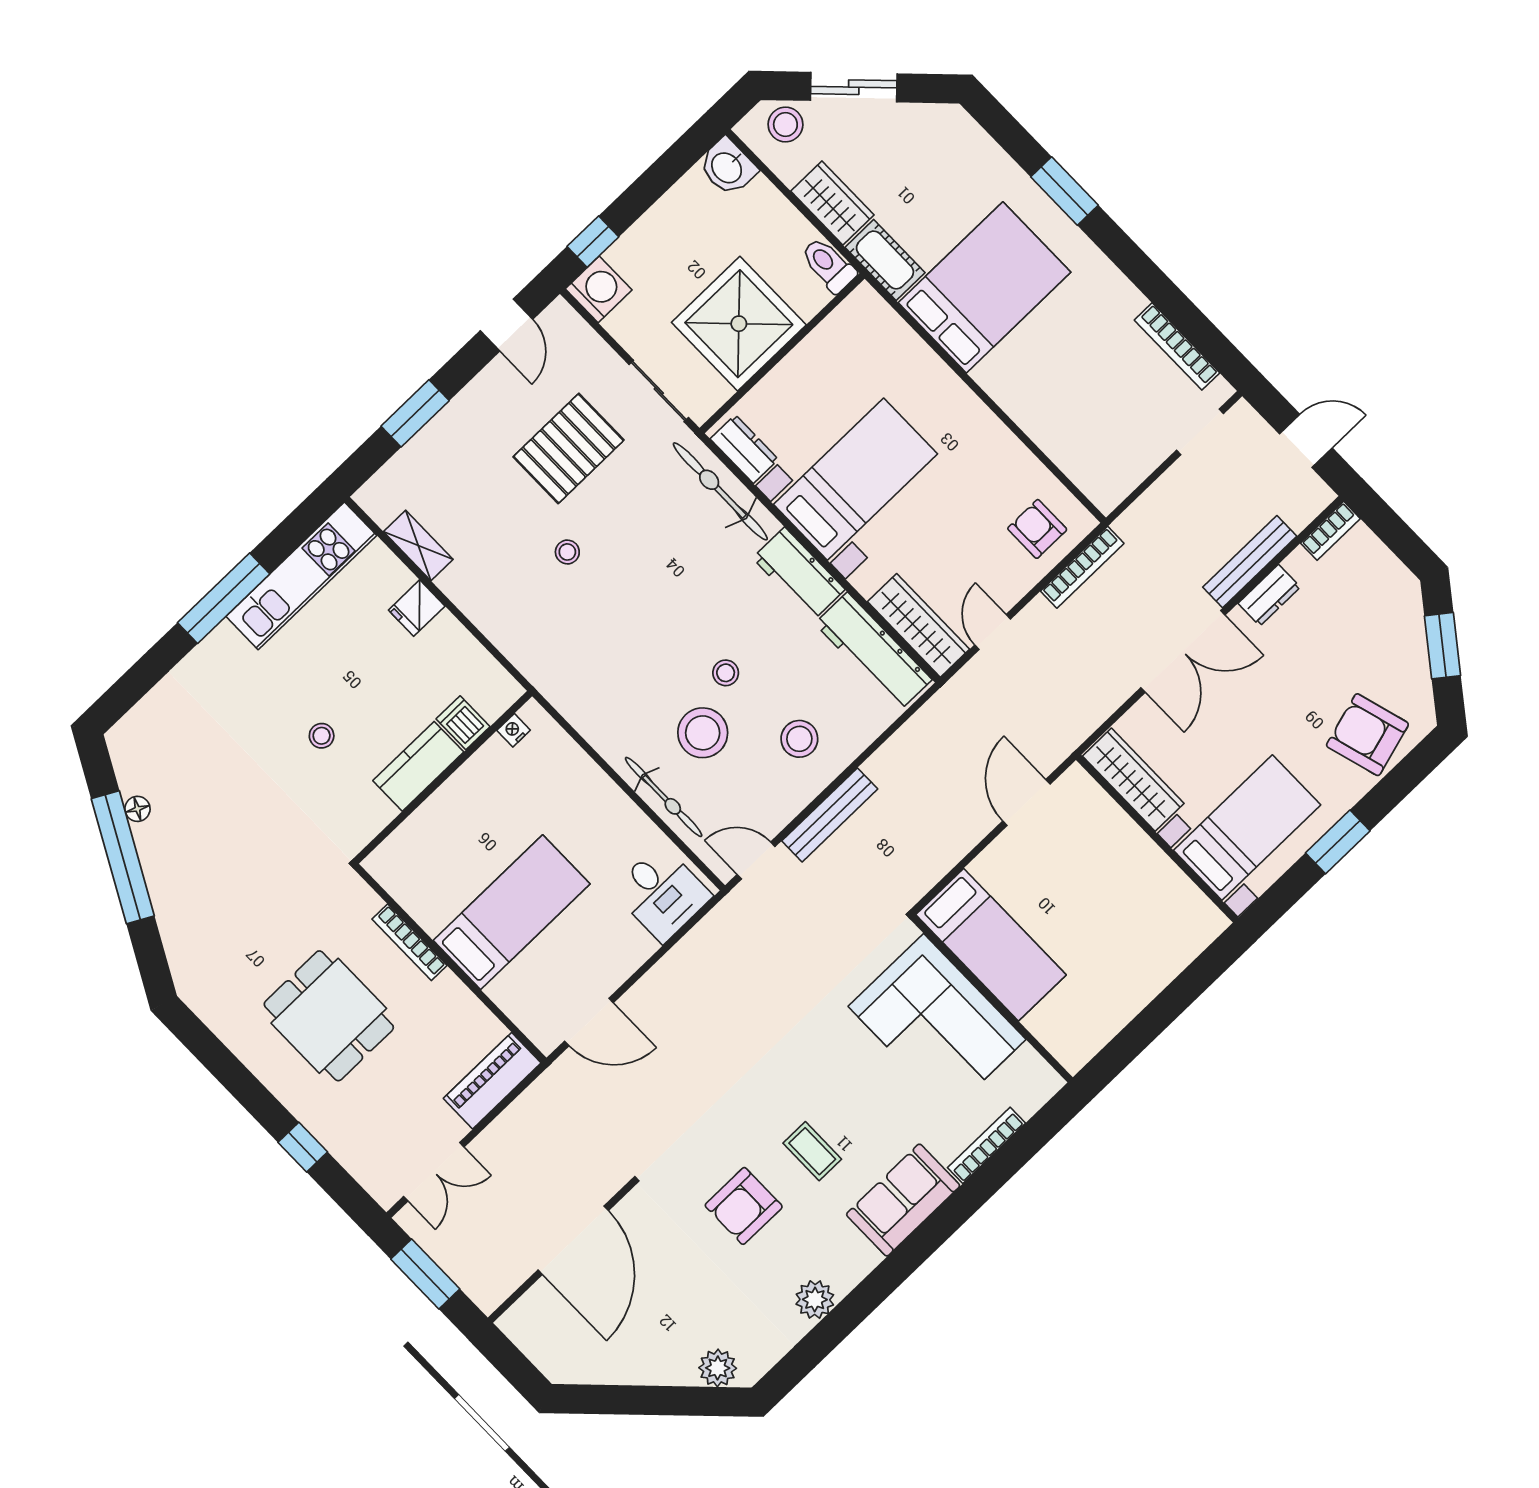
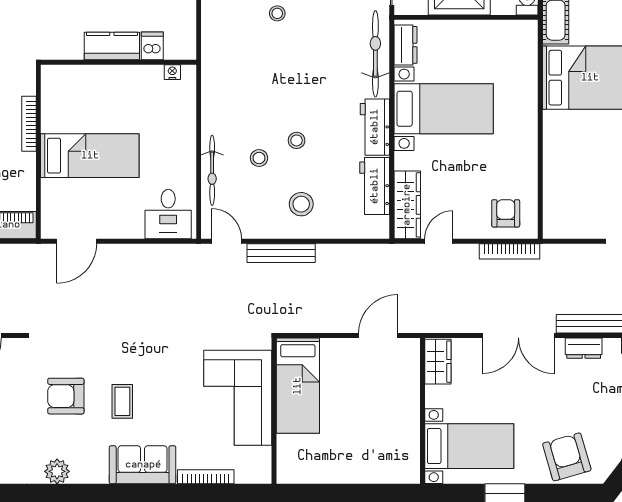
workbench: (873, 651) -> (375, 186), width x0.73
stool: (703, 733) -> (259, 158), width x0.53, depth x0.53
wardrobe: (1133, 780) -> (438, 362), width x0.67
door: (589, 1022) -> (77, 241), hinge flipped

